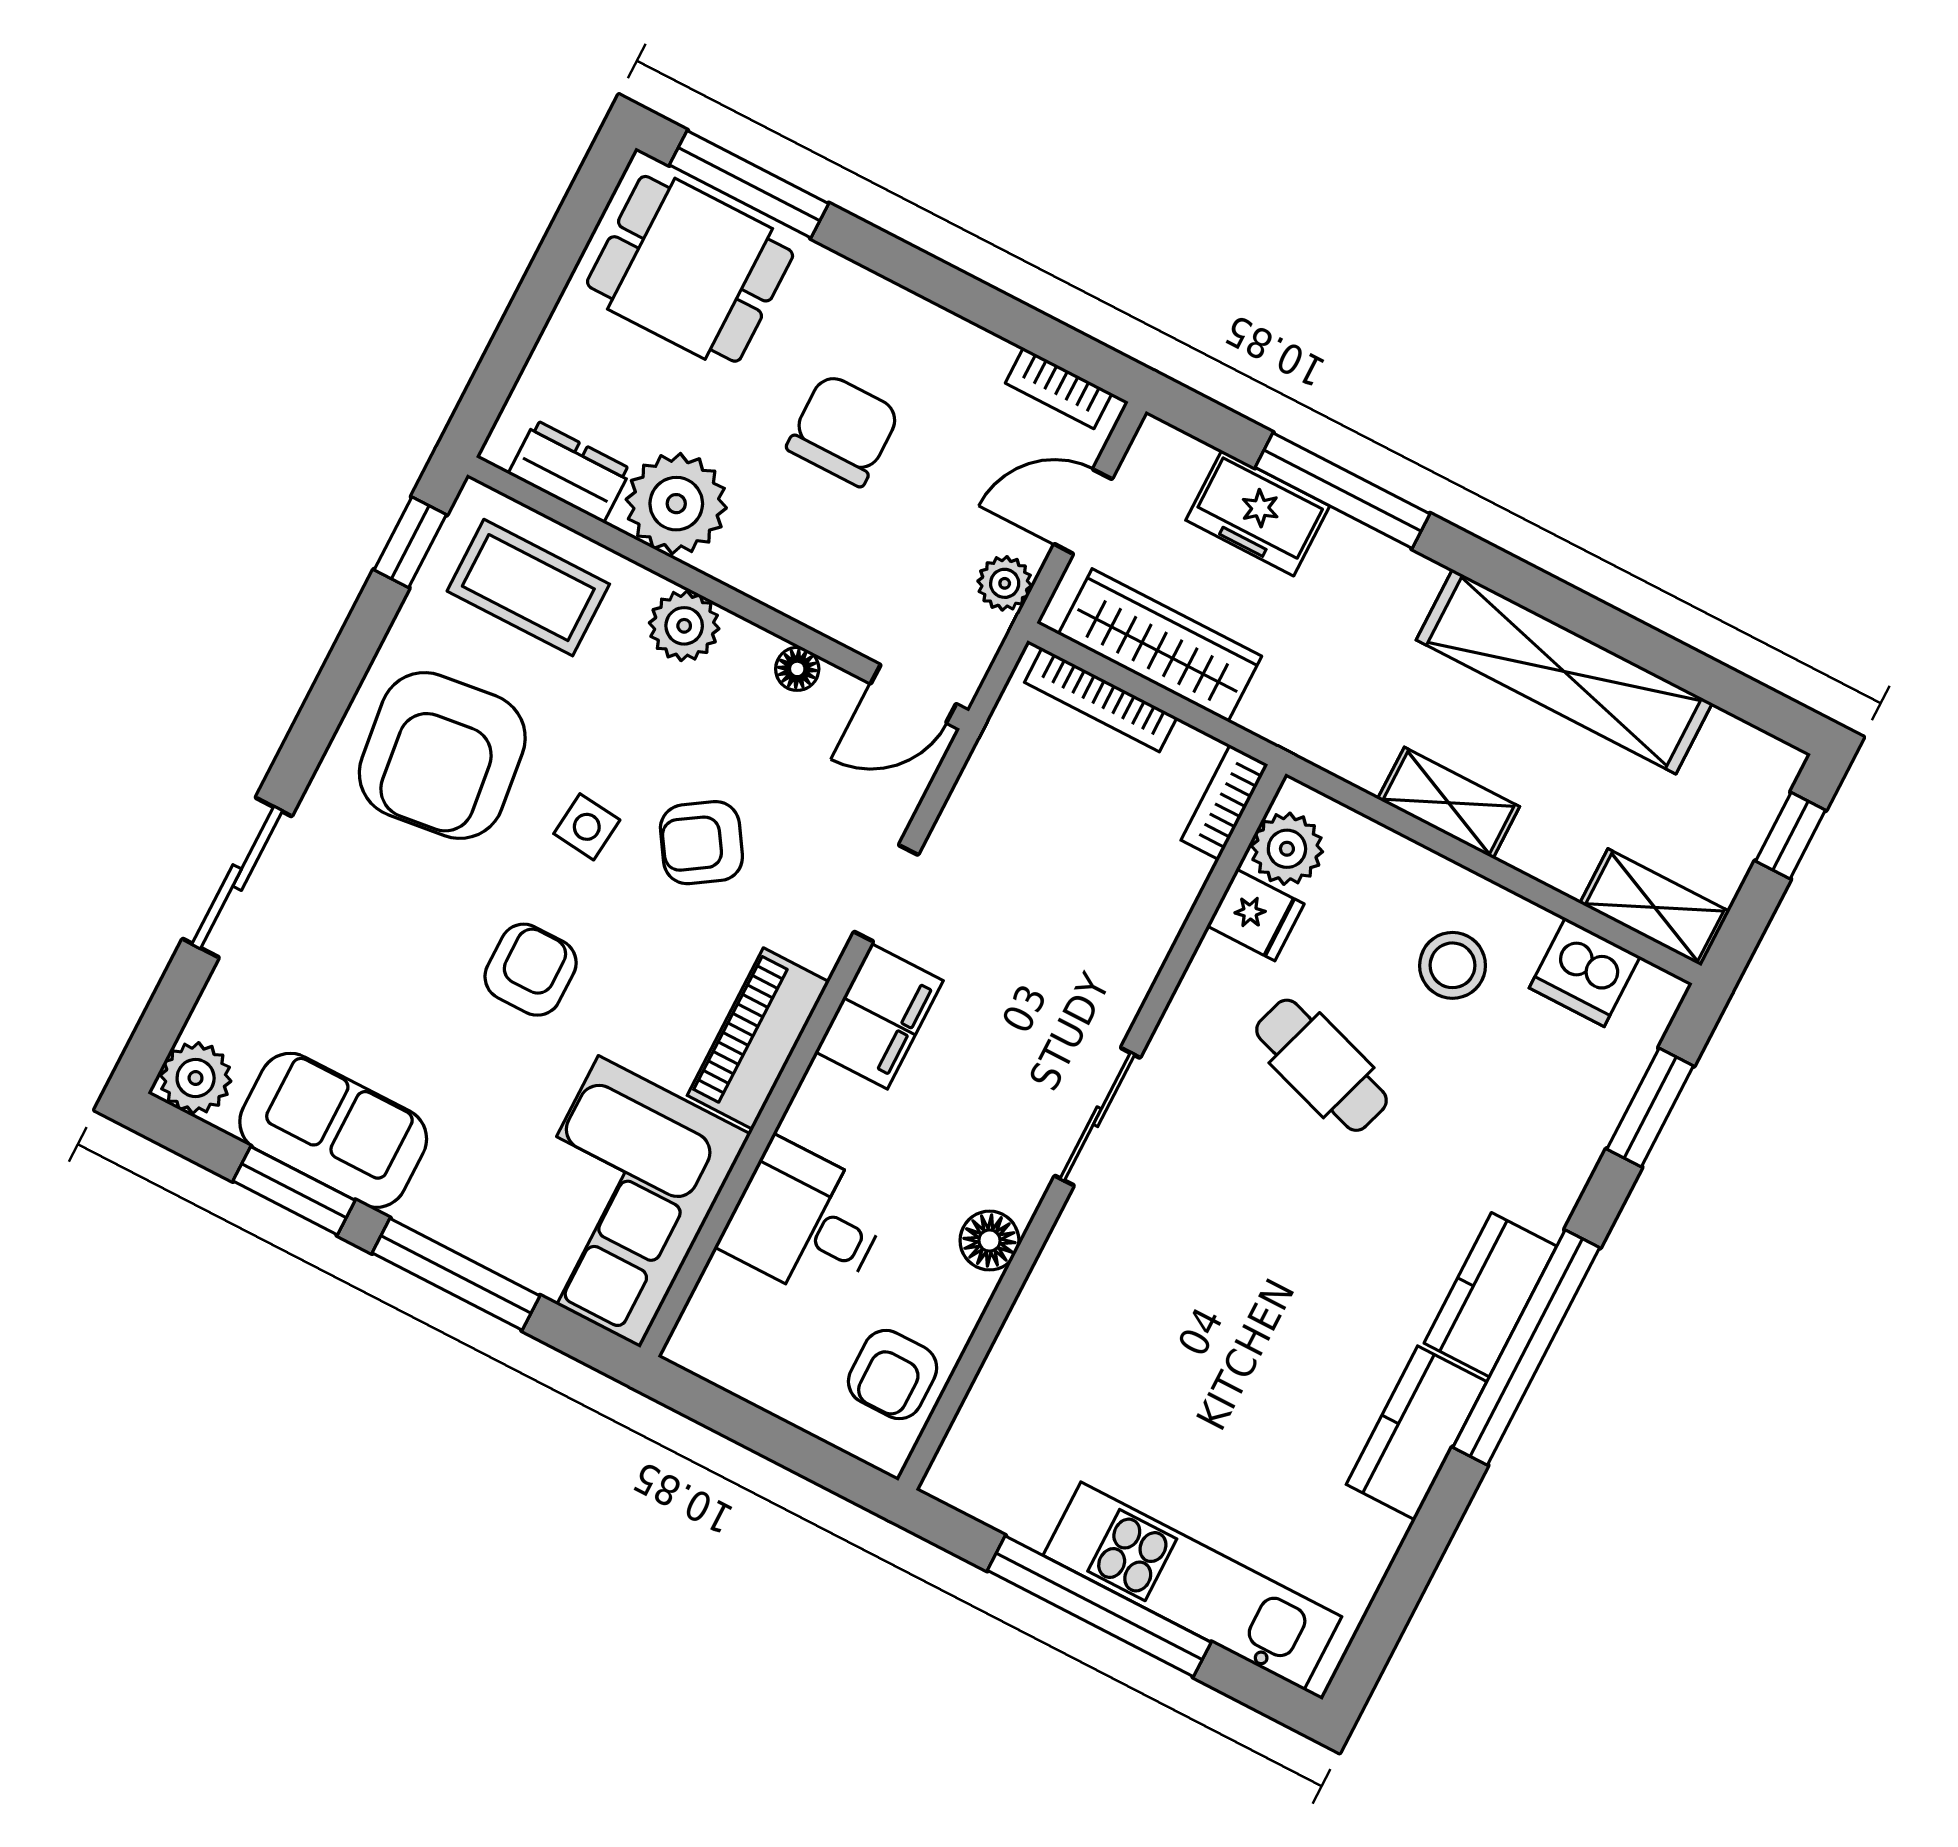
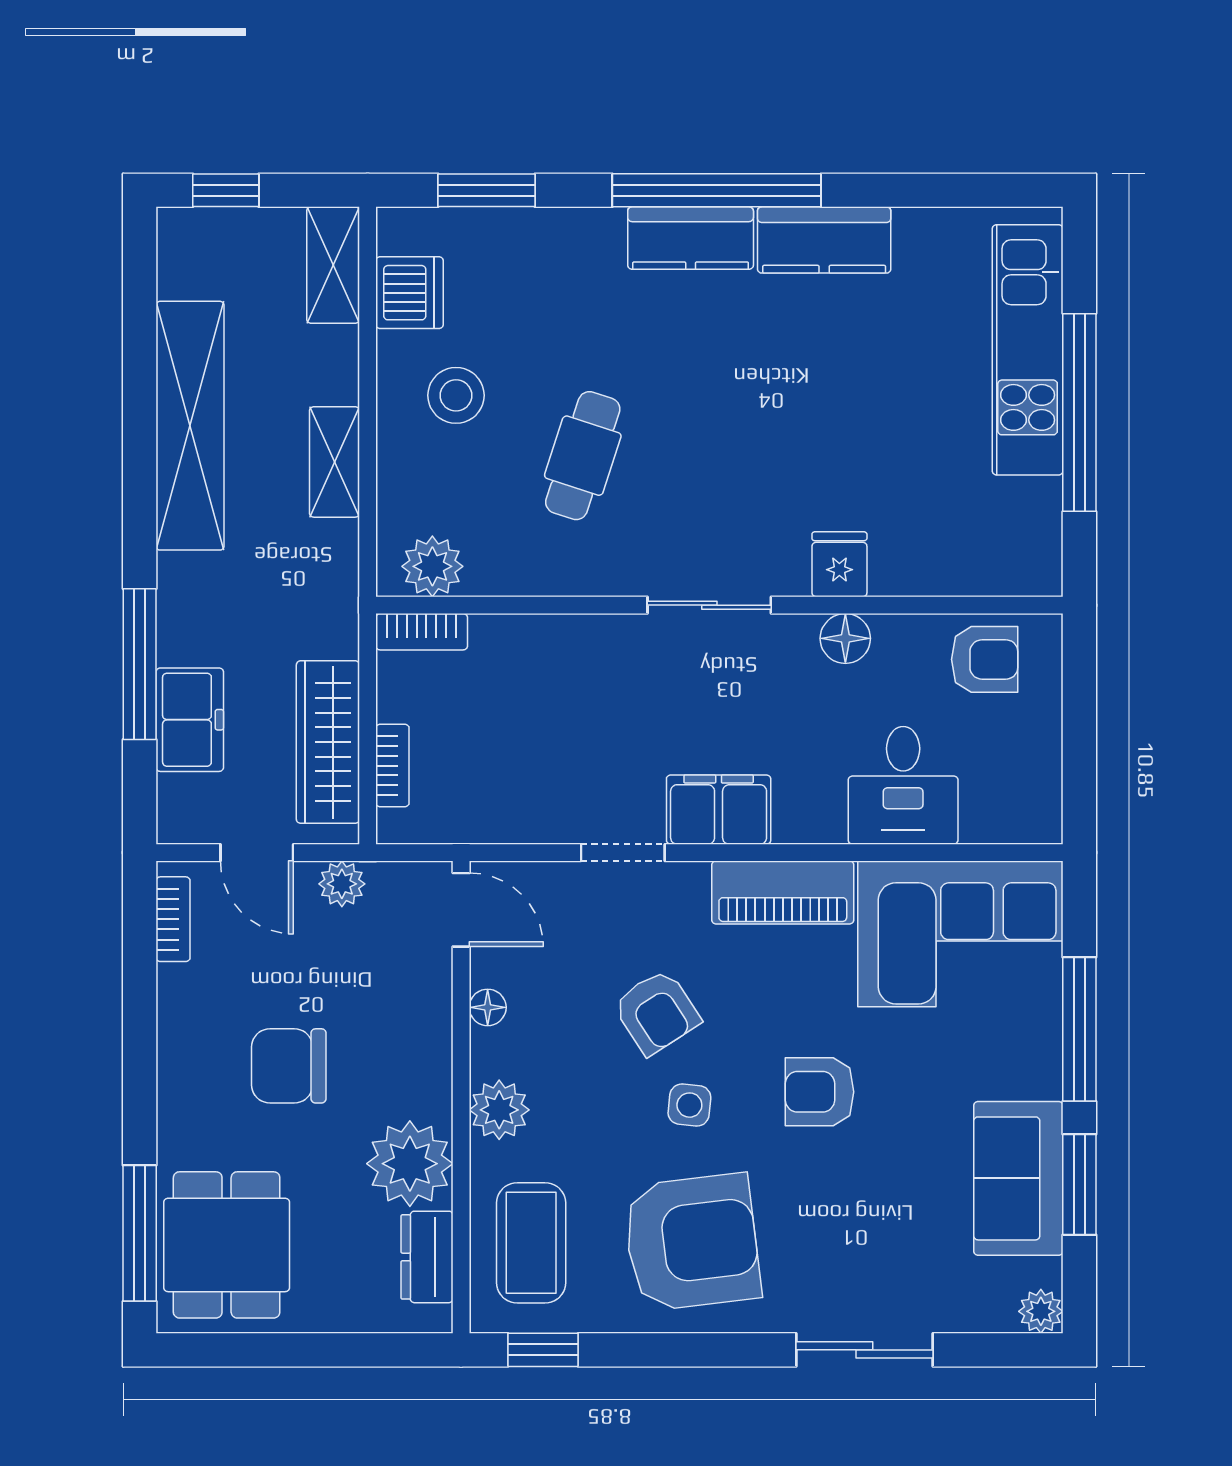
bookcase: (1101, 700) -> (392, 766), width x0.64
fridge: (1256, 915) -> (839, 564), moved
plant: (196, 1078) -> (1041, 1311), width x0.73, depth x0.73

